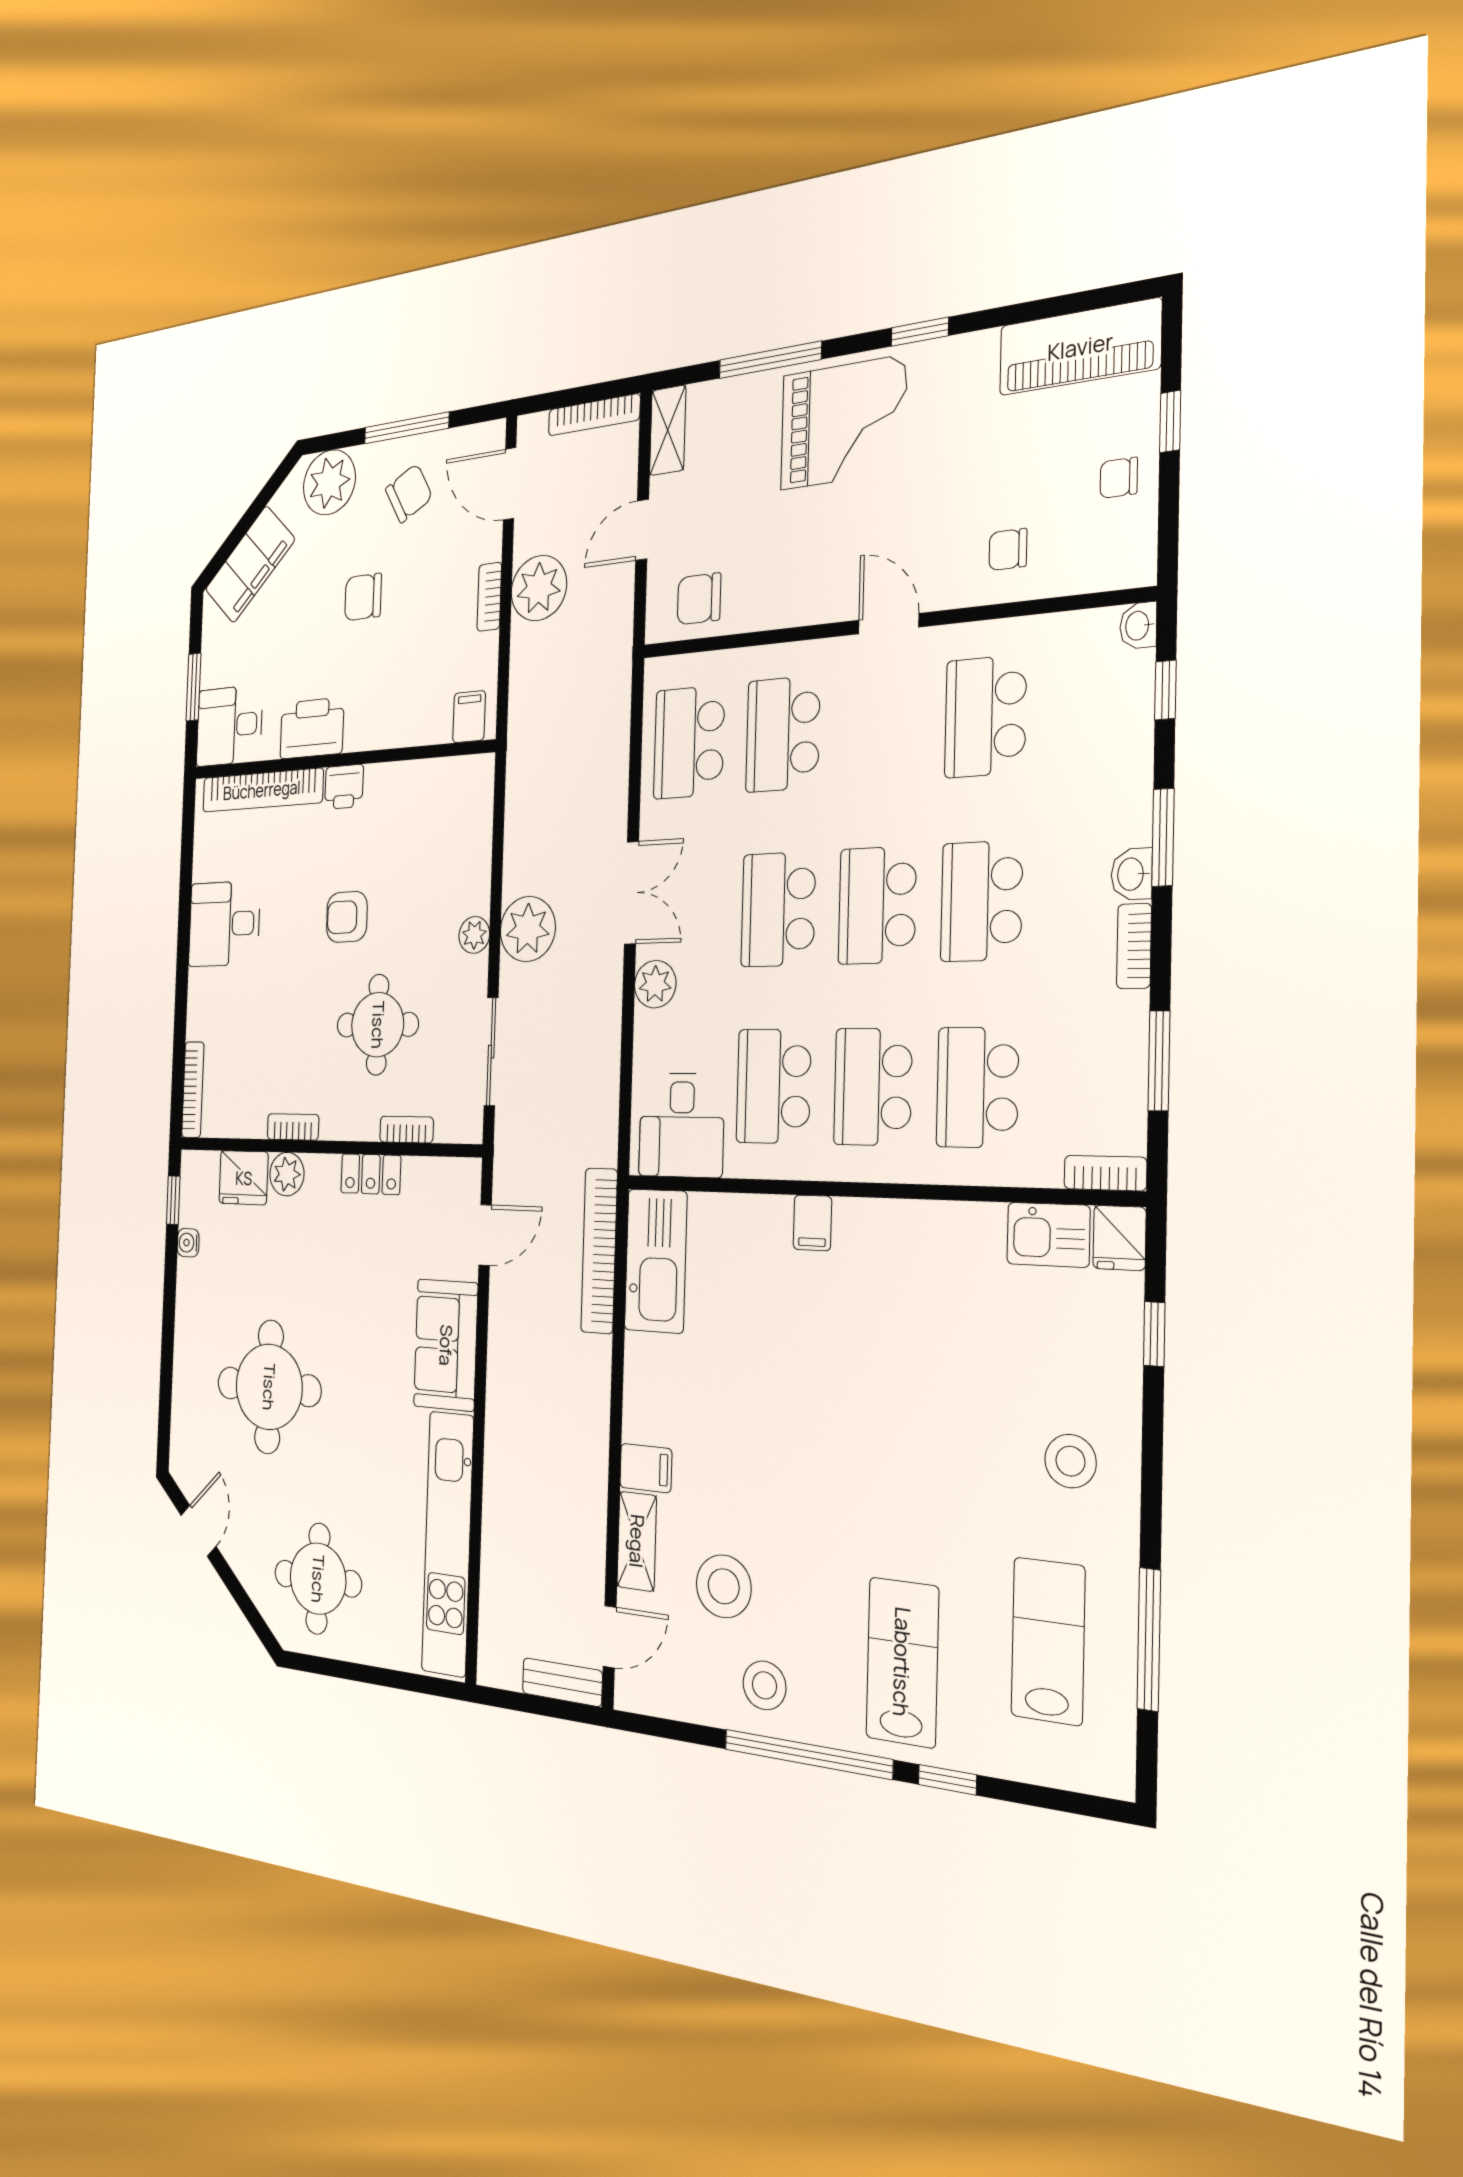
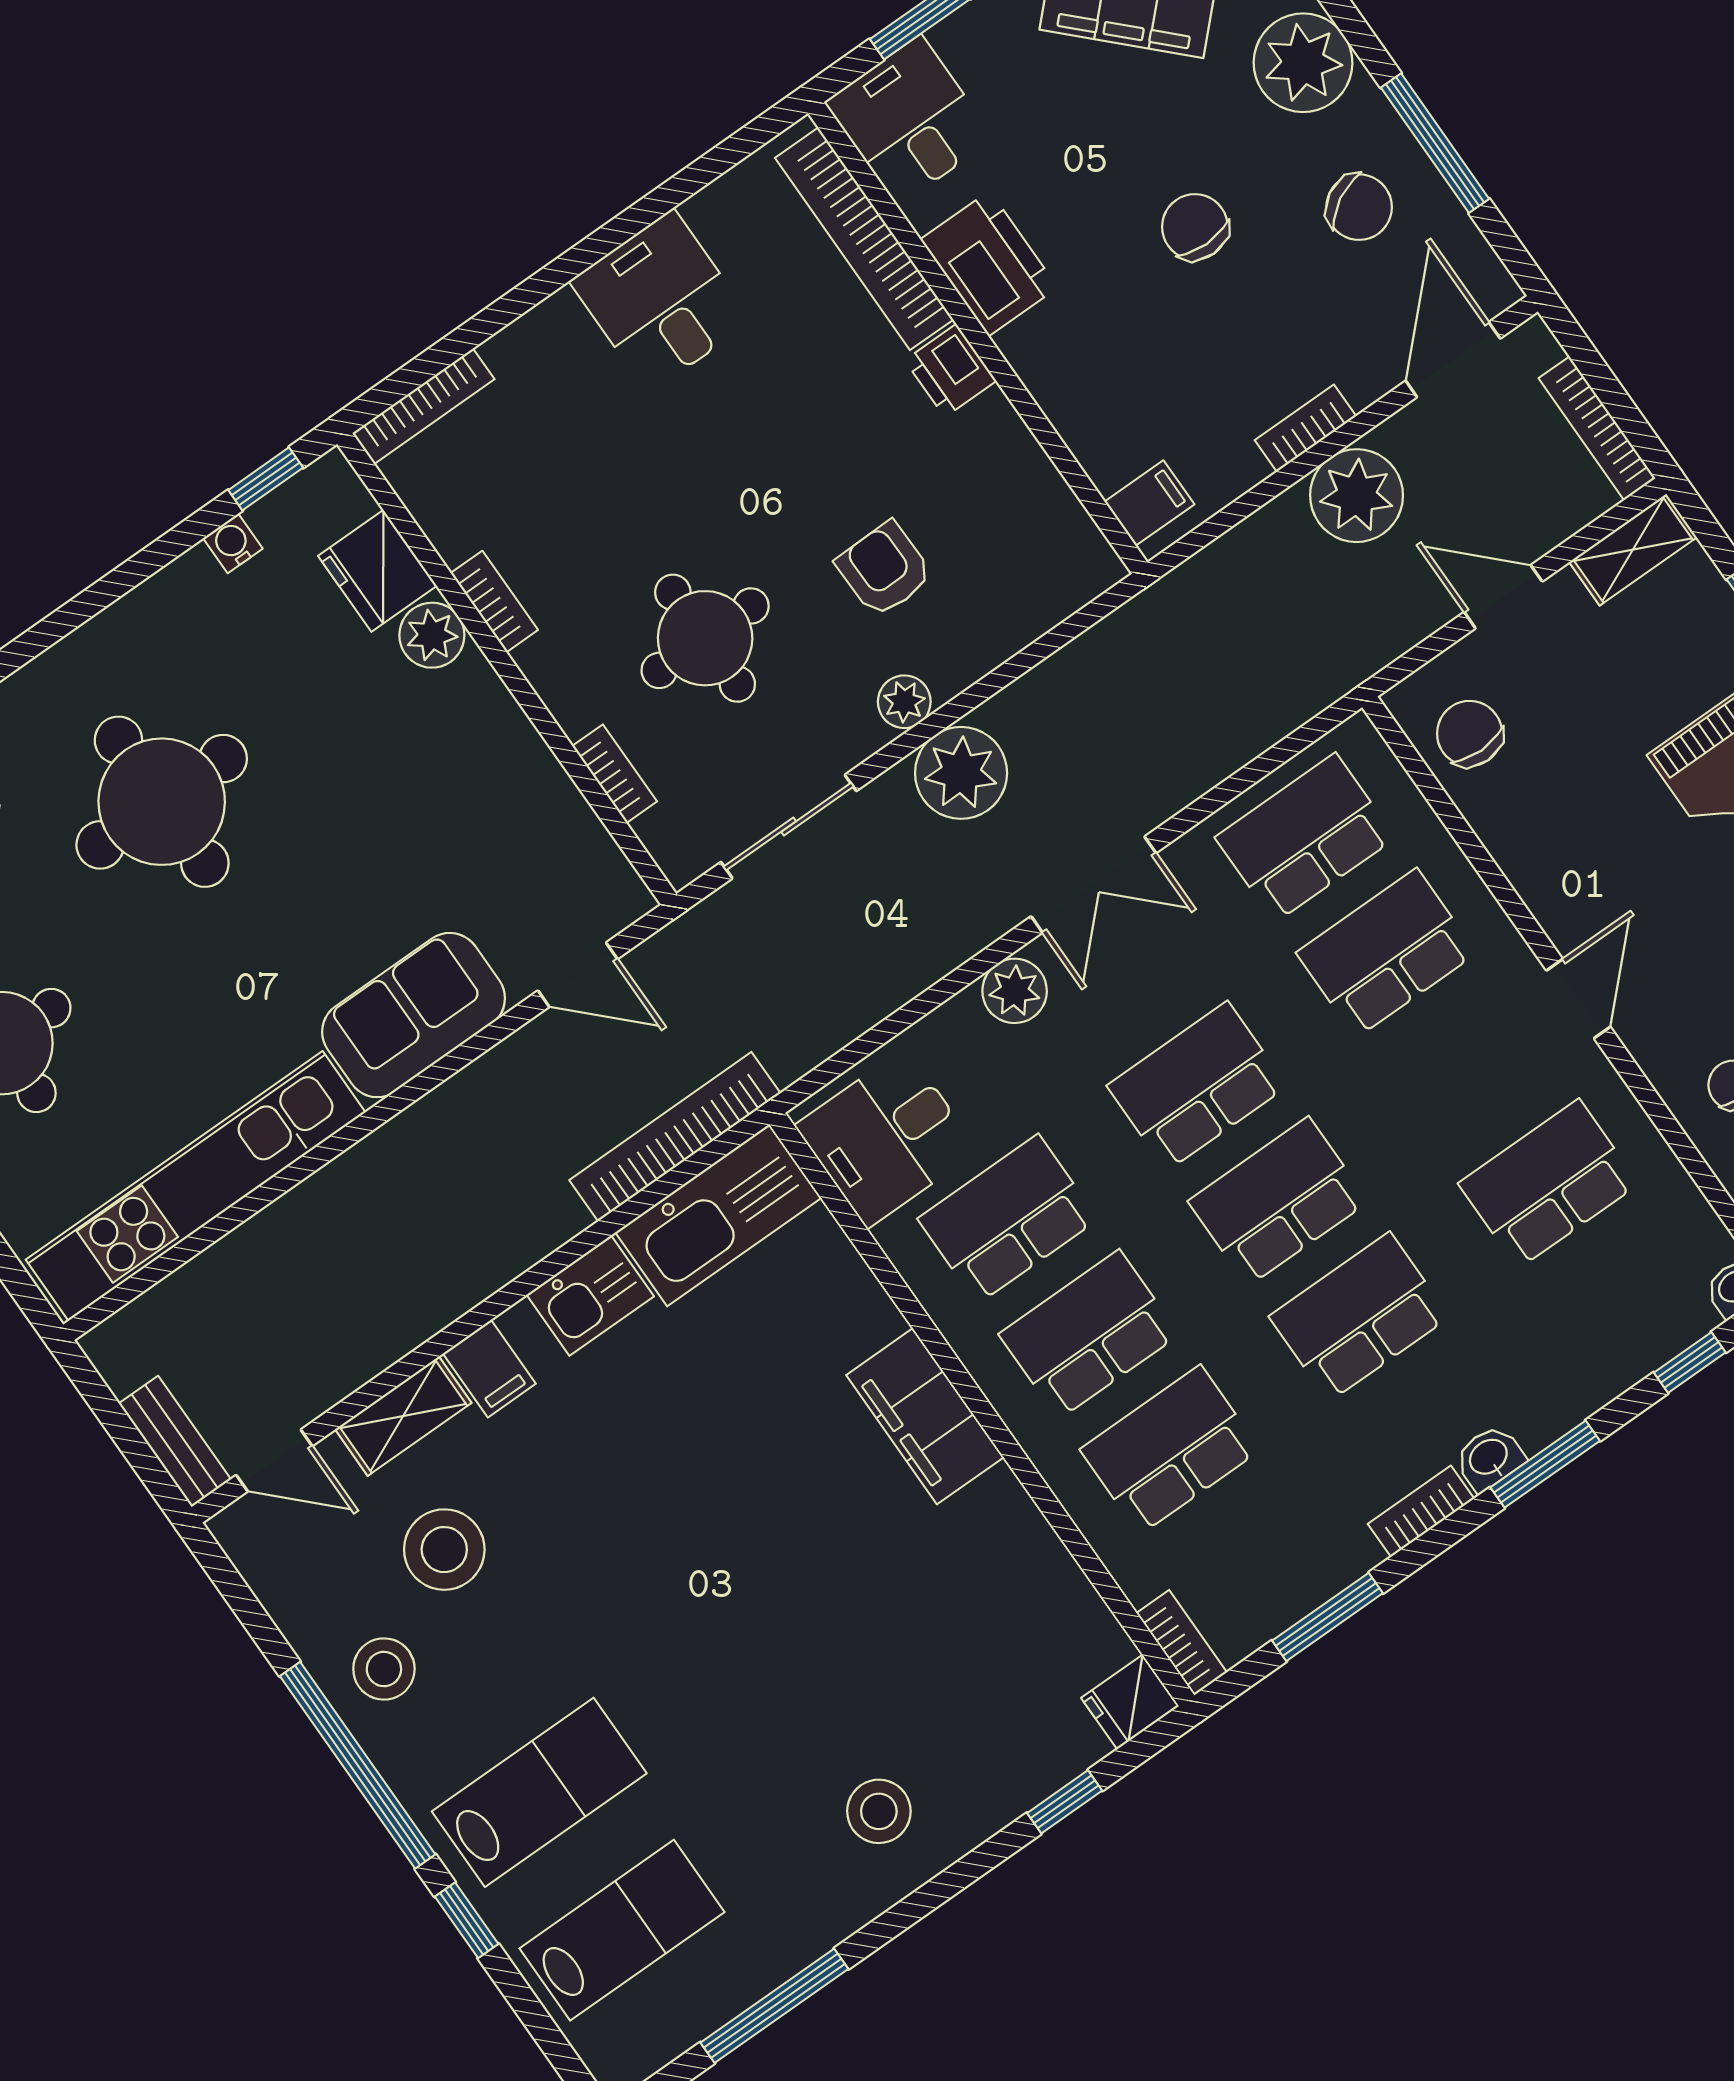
armchair: (347, 917) -> (884, 569), moved
locker: (371, 1174) -> (525, 761), removed
filing cabinet: (812, 1223) -> (925, 1416), width x3.00, depth x1.17
kitchen sink: (1048, 1235) -> (590, 1296), moved, turned -90
lab bench: (1048, 1641) -> (622, 1930), moved

